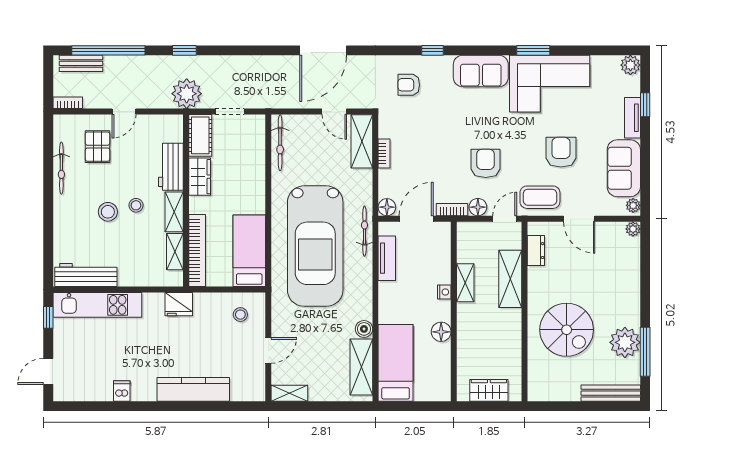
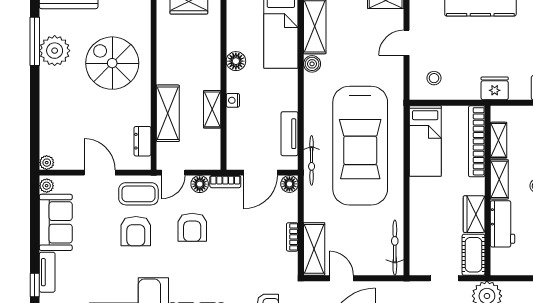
armchair: (561, 152) -> (136, 231), moved
car: (315, 246) -> (360, 146), turned 180

